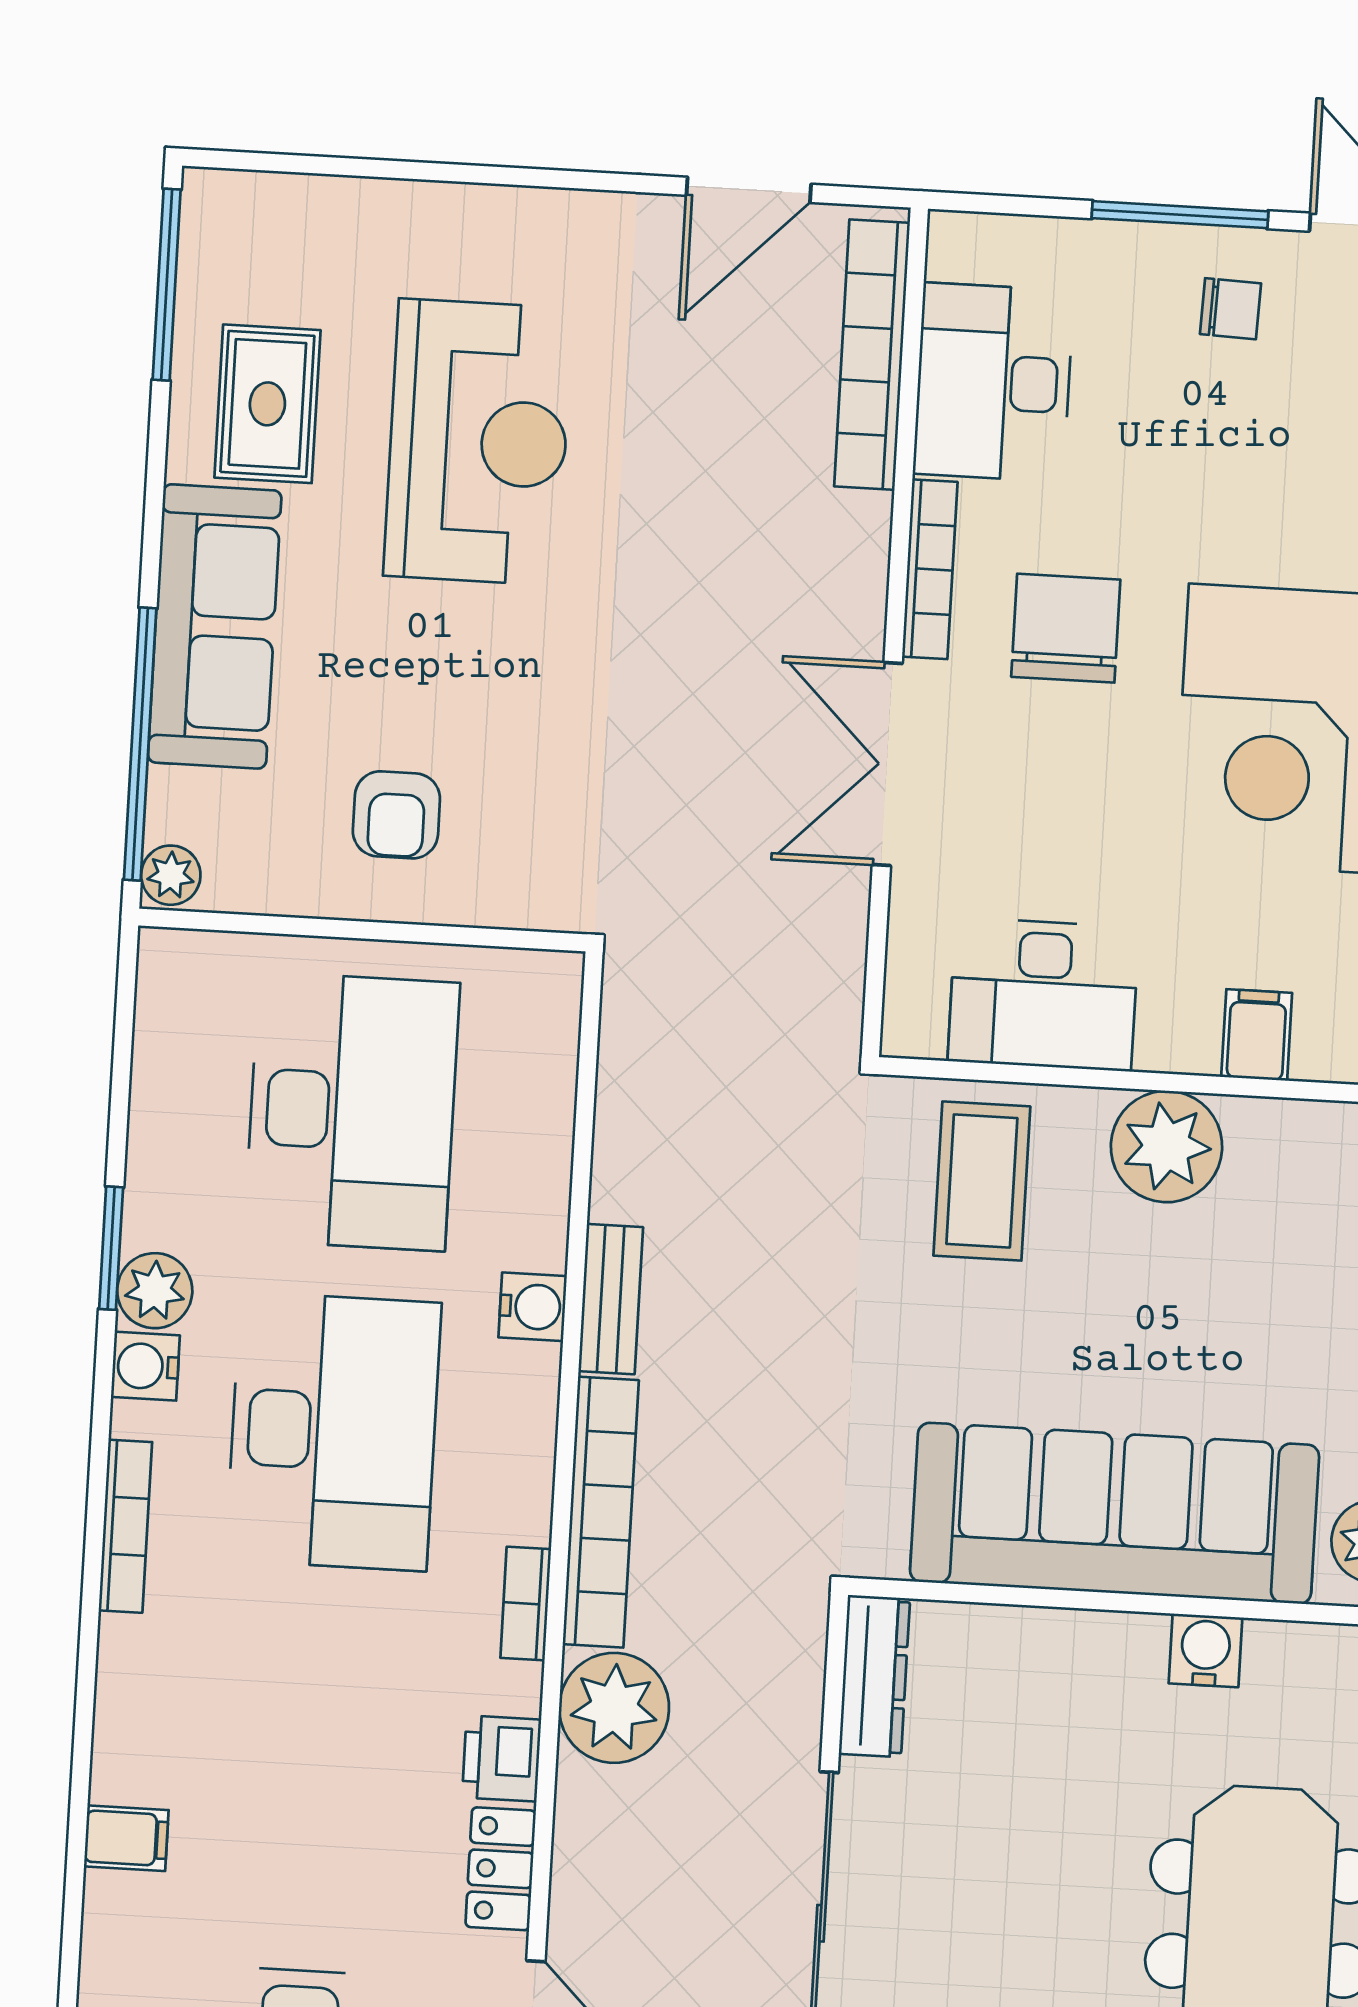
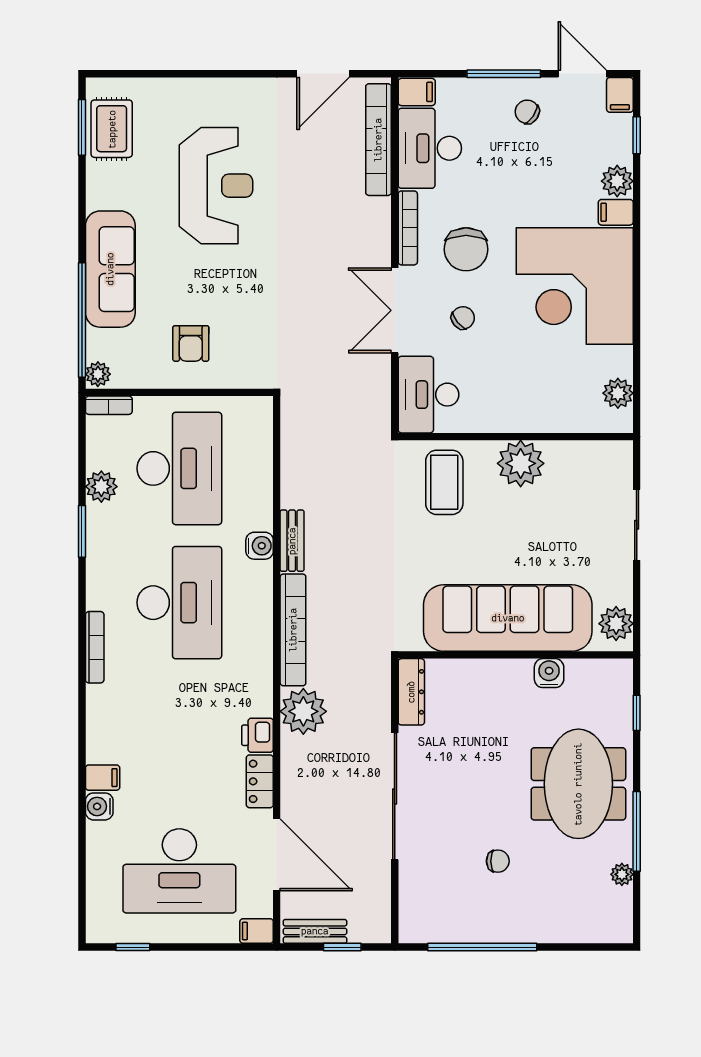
window: (167, 285) -> (82, 127), width x0.69
chair: (1230, 309) -> (527, 112), turned -148
rug: (267, 404) -> (112, 129), moved
chair: (1066, 628) -> (466, 249), turned 180
chair: (1049, 791) -> (463, 318), added
desk: (1043, 994) -> (428, 395), moved, turned 90
filing cabinet: (1257, 1035) -> (417, 92), moved, turned 90
plant: (155, 1291) -> (101, 487), moved
water cooler: (145, 1366) -> (99, 806), moved
bookcase: (526, 1603) -> (109, 405), moved, turned -90

